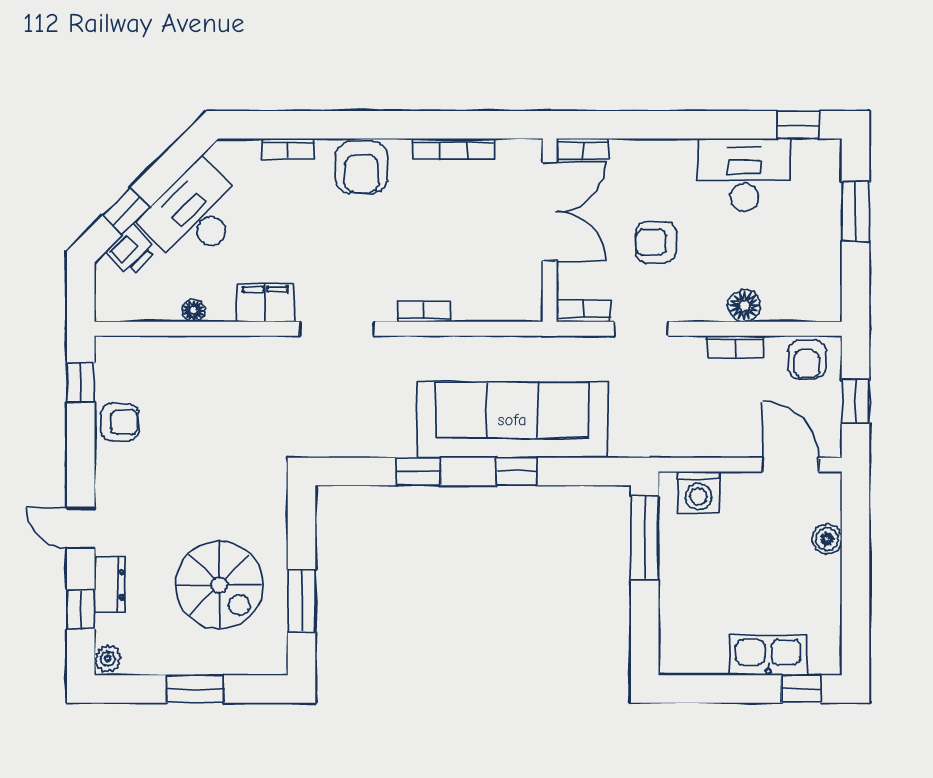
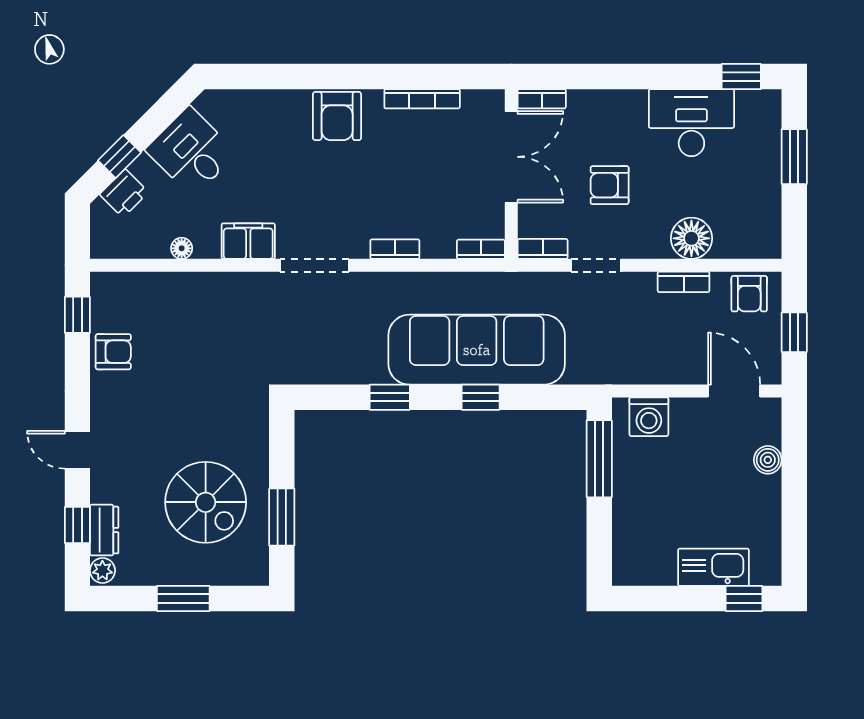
bookcase: (288, 149) -> (481, 249), moved, turned 180
desk: (195, 215) -> (191, 152), width x0.73
floor lamp: (744, 306) -> (691, 238), width x1.38, depth x1.38
dresser: (110, 585) -> (104, 530), moved

